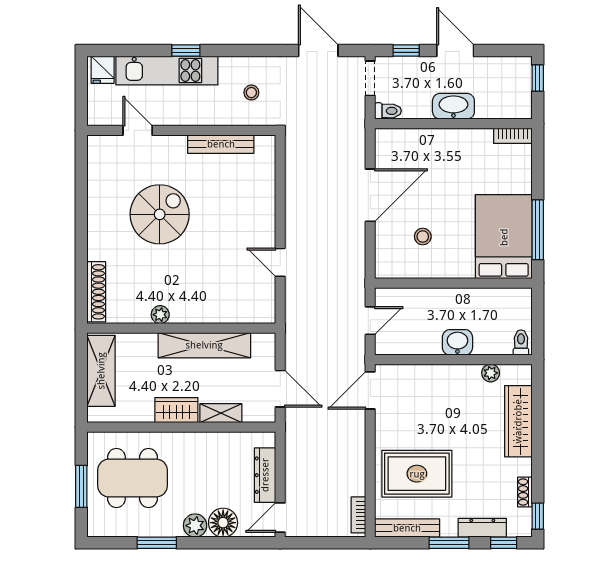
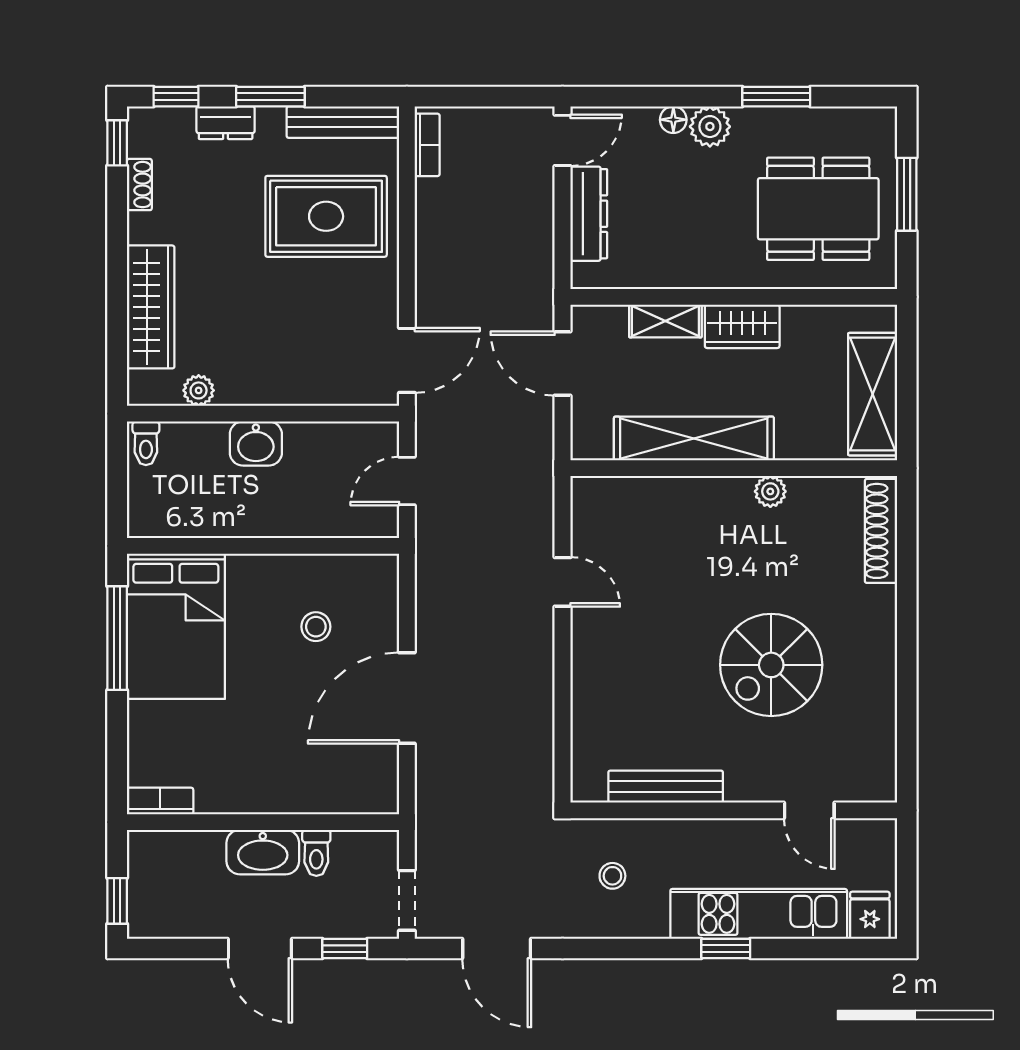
toilet: (388, 111) -> (316, 853), moved, turned -90
floor lamp: (223, 523) -> (673, 120), width x0.53, depth x0.53
dresser: (482, 528) -> (226, 123), width x0.70

